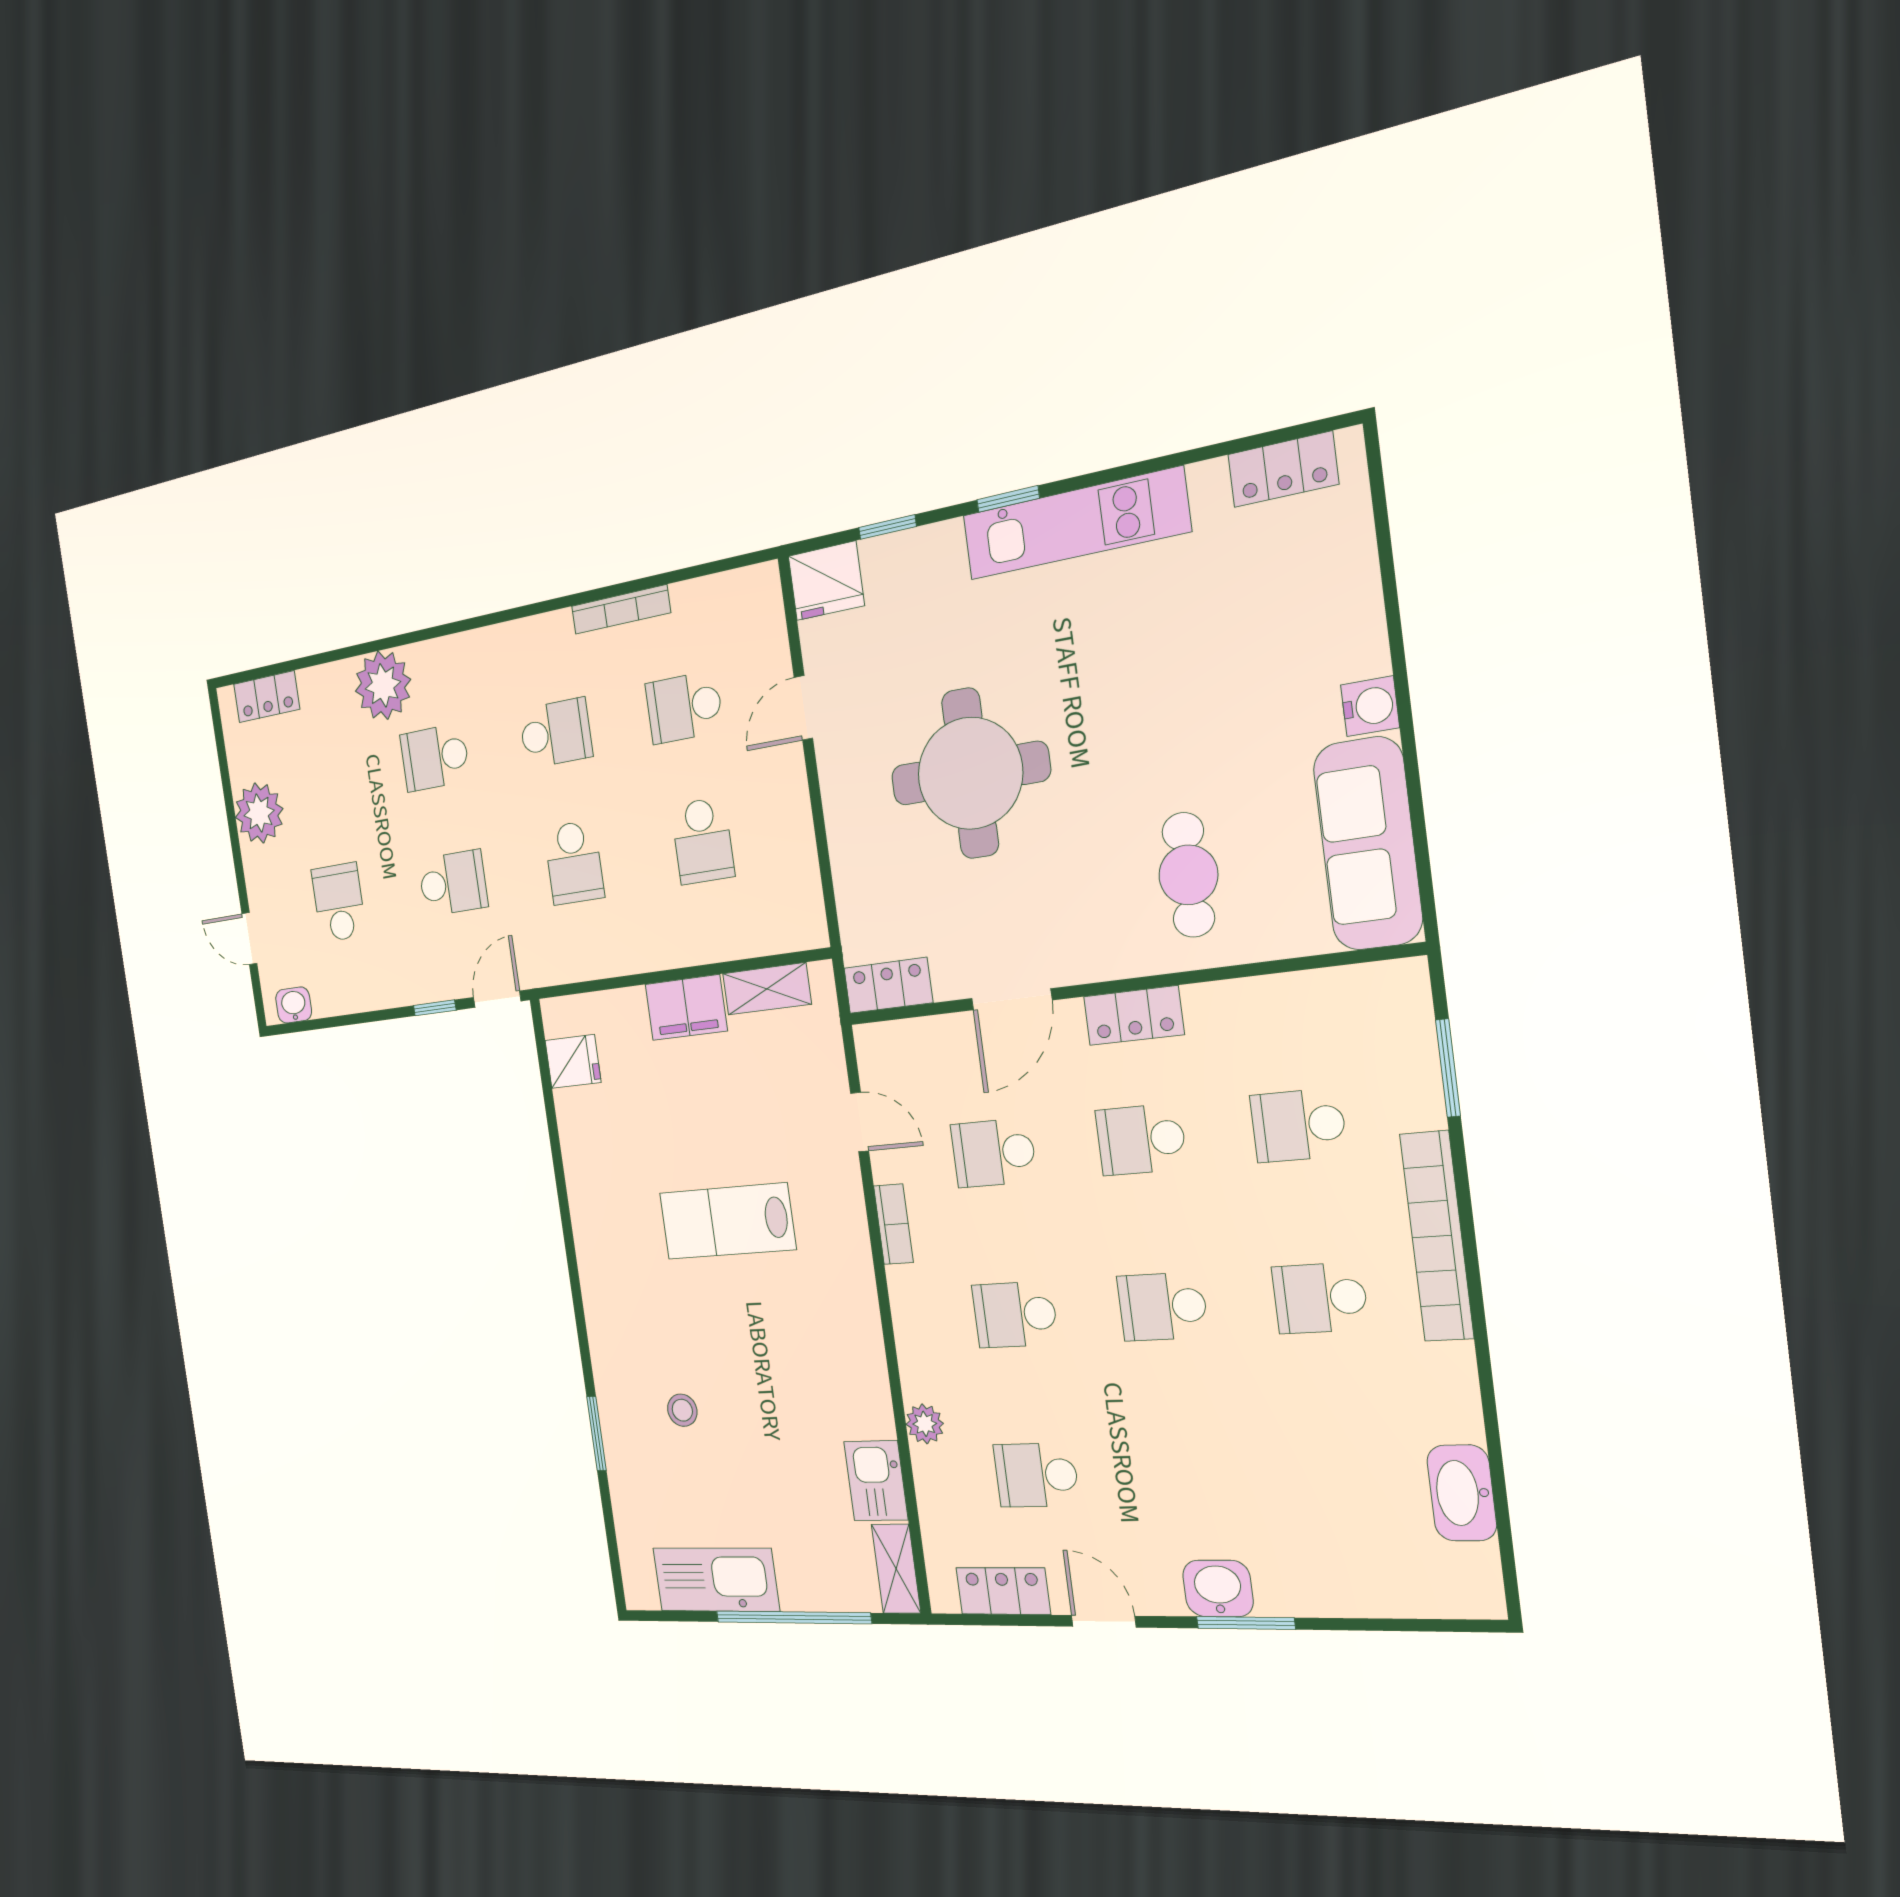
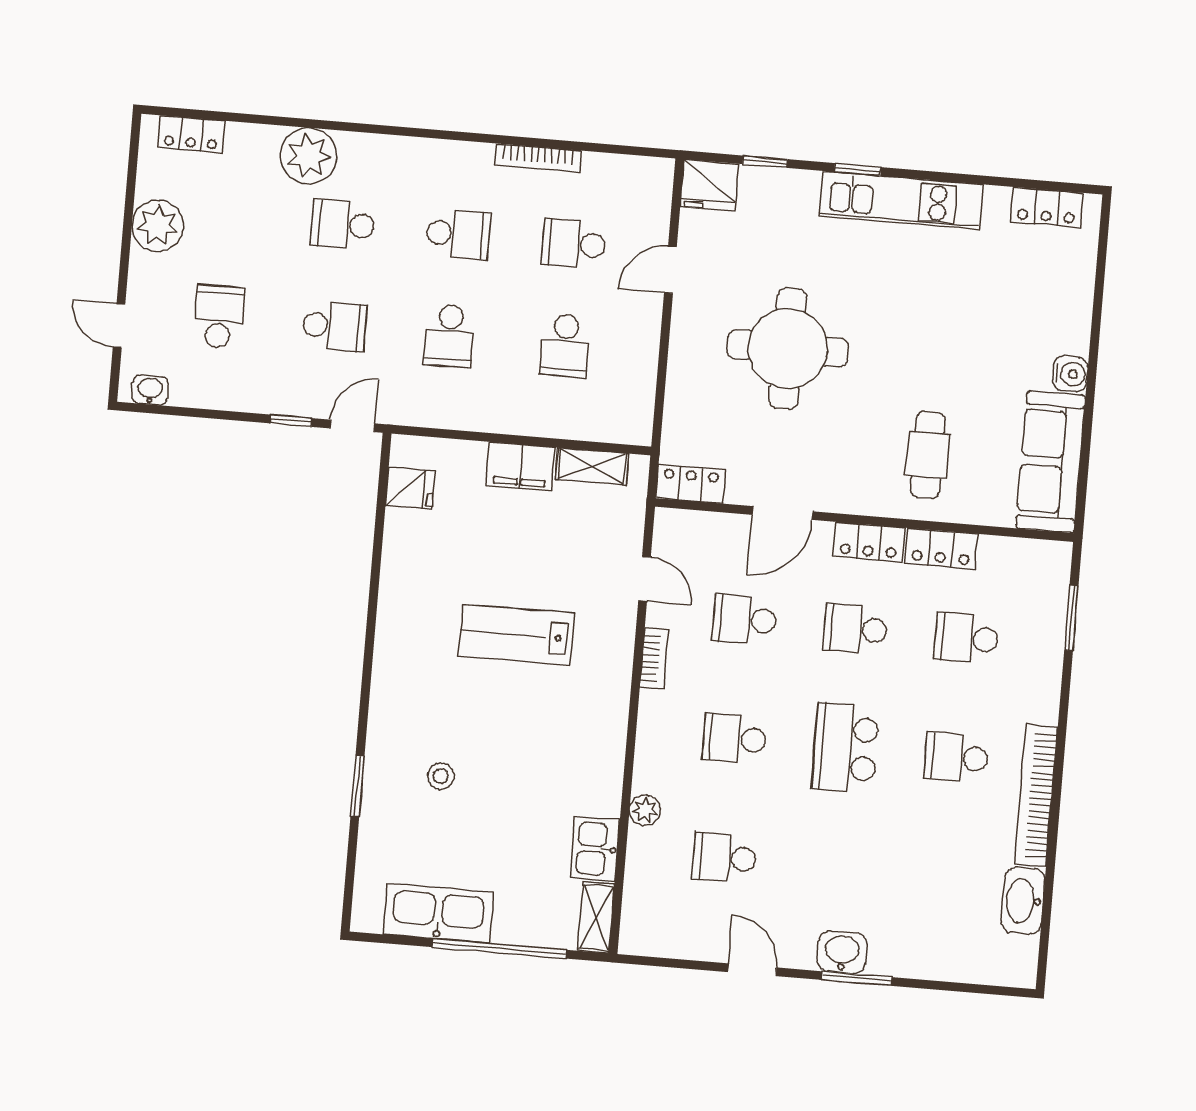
bookcase: (1437, 1236) -> (1036, 795), moved
school desk: (1163, 1307) -> (845, 748), width x1.85
locker: (1003, 1591) -> (941, 549), moved, turned 180

